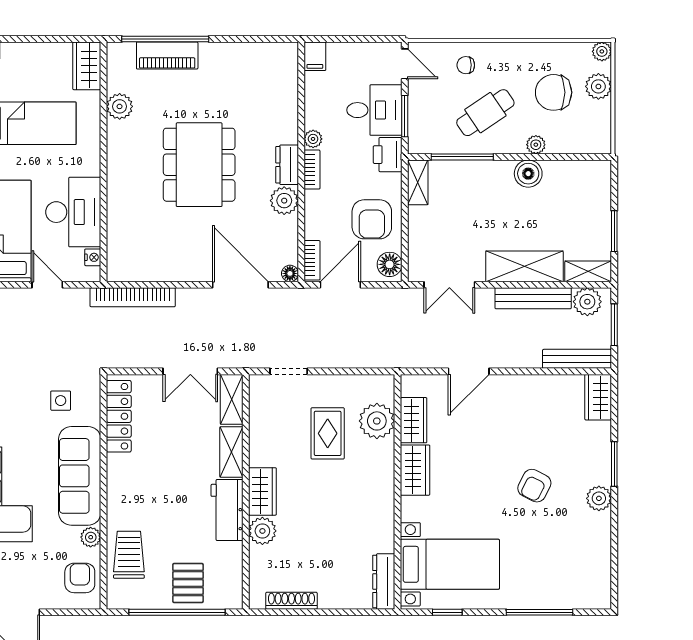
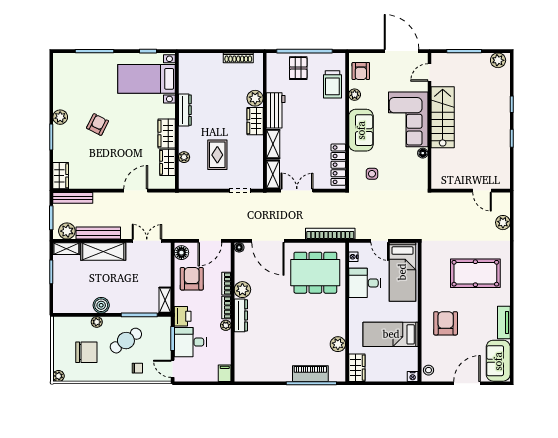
plant: (598, 86) -> (60, 356), removed
dining table: (199, 165) -> (315, 273), moved, turned 90
dresser: (287, 165) -> (241, 315), width x1.44
desk: (73, 212) -> (365, 283), width x0.73
bookcase: (312, 260) -> (226, 284), moved
plant: (377, 421) -> (184, 157), width x0.53, depth x0.53
sofa: (80, 476) -> (361, 130), width x0.73
dresser: (384, 581) -> (185, 110), moved

